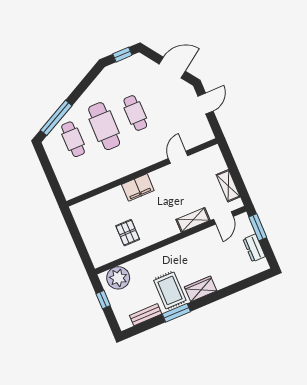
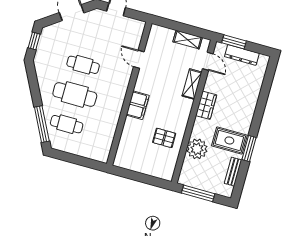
dresser: (254, 248) -> (242, 55), width x1.44
plant: (118, 278) -> (197, 149), moved
wardrobe: (201, 289) -> (206, 105), moved, turned 180
window: (103, 300) -> (198, 193), width x2.17

